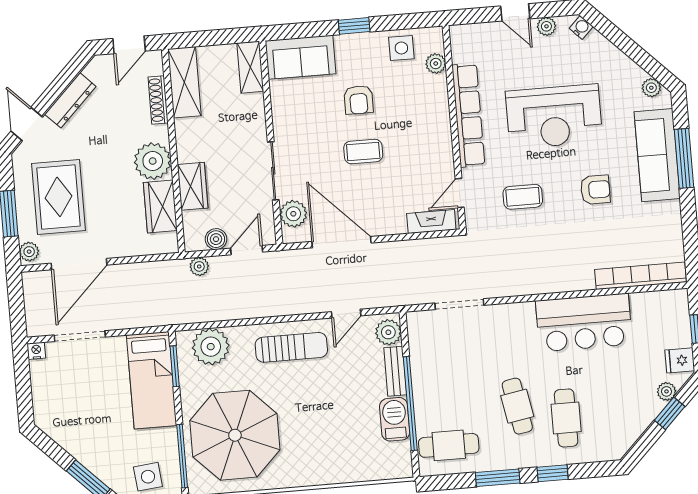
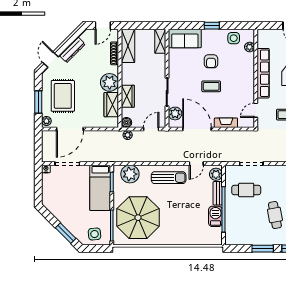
fireplace: (431, 221) -> (226, 123), moved
boiler: (216, 239) -> (126, 123), moved
cafe table: (449, 445) -> (246, 190), moved

